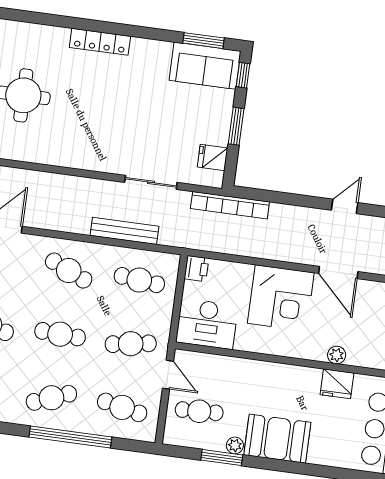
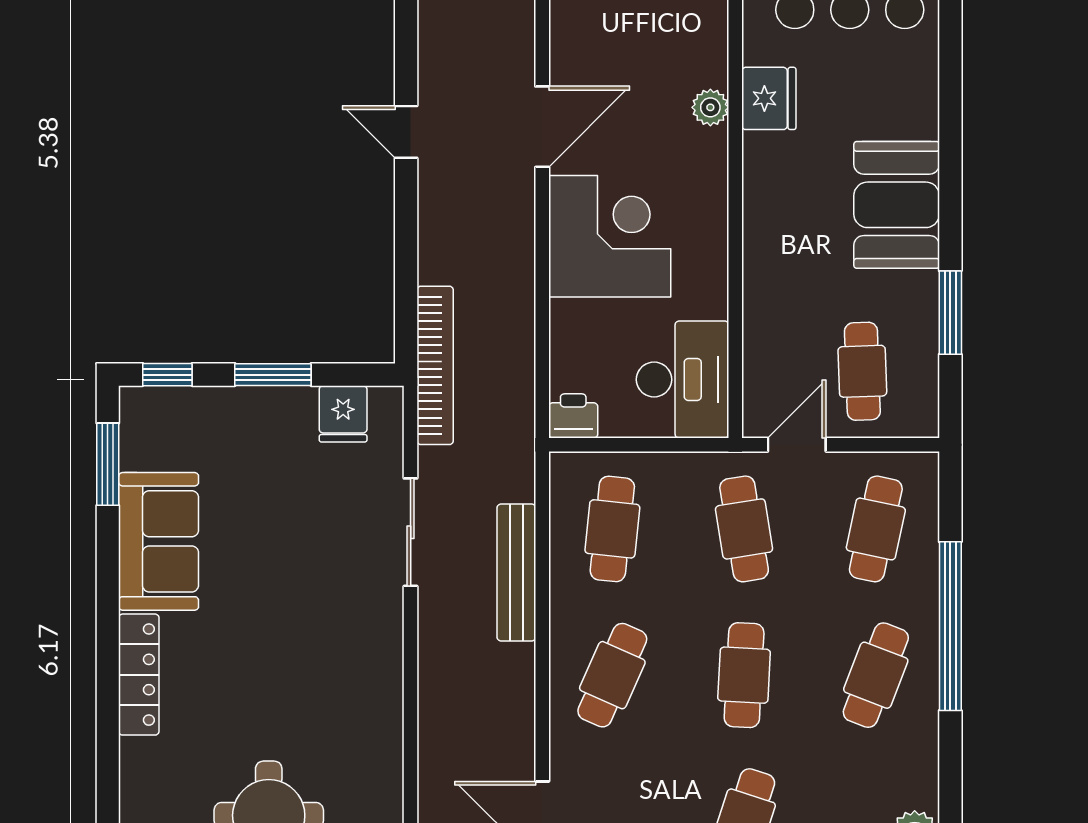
sofa: (205, 66) -> (159, 541), moved
cafe table: (51, 398) -> (876, 675), turned 42
plant: (235, 445) -> (922, 289), removed

